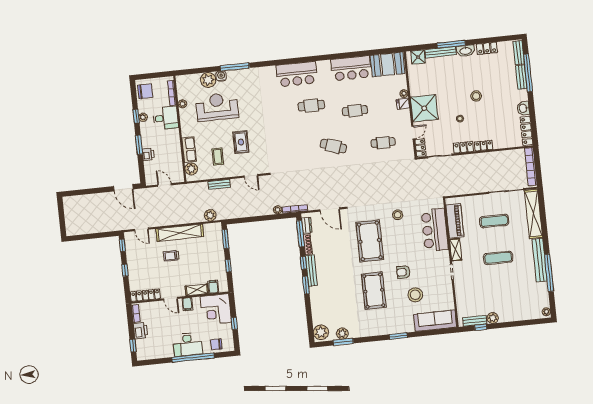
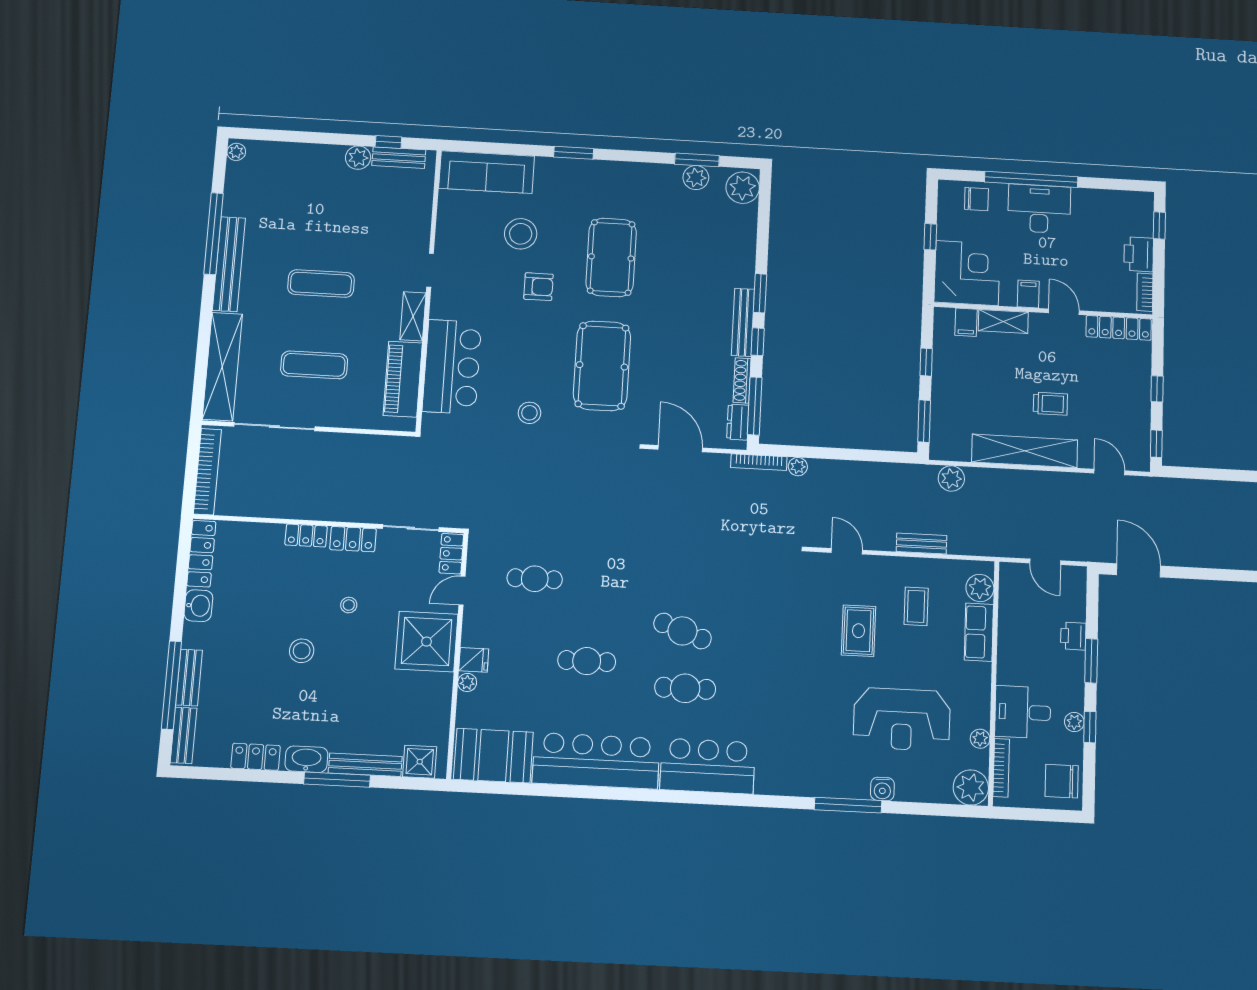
bar counter: (351, 68) -> (596, 761), width x1.36
plant: (208, 80) -> (971, 787), moved
cafe table: (333, 146) -> (682, 631), moved

